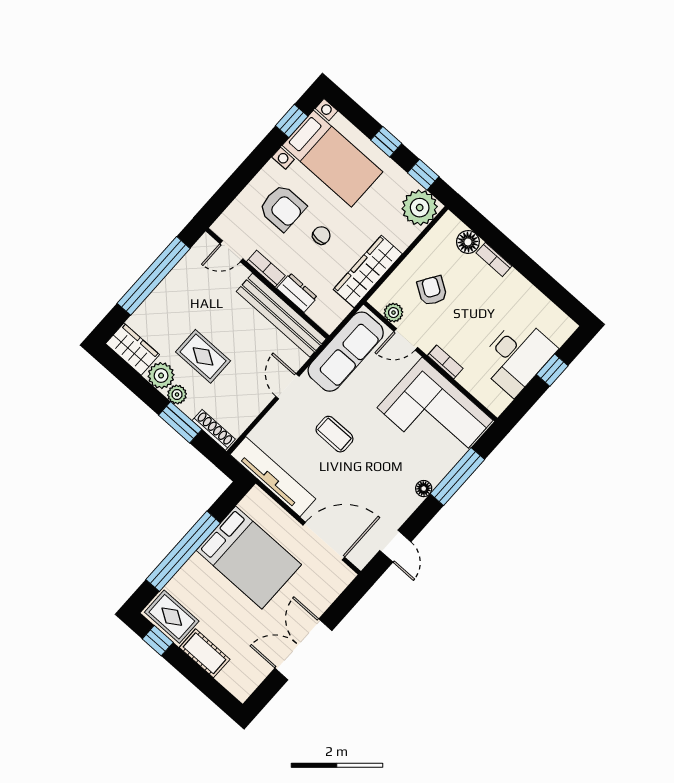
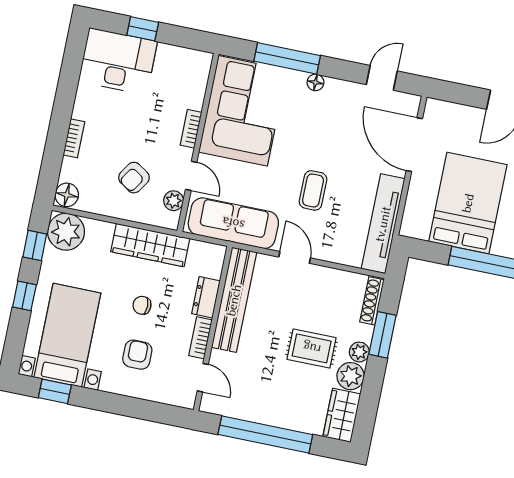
armchair: (282, 208) -> (137, 355), width x0.72, depth x0.72
floor lamp: (468, 242) -> (67, 195), moved
rug: (203, 356) -> (312, 348), turned 90
desk: (517, 356) -> (118, 61), moved
door: (287, 386) -> (295, 257), swing flipped

